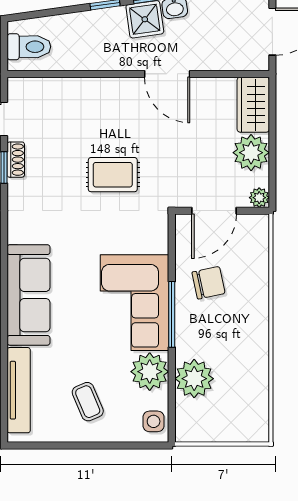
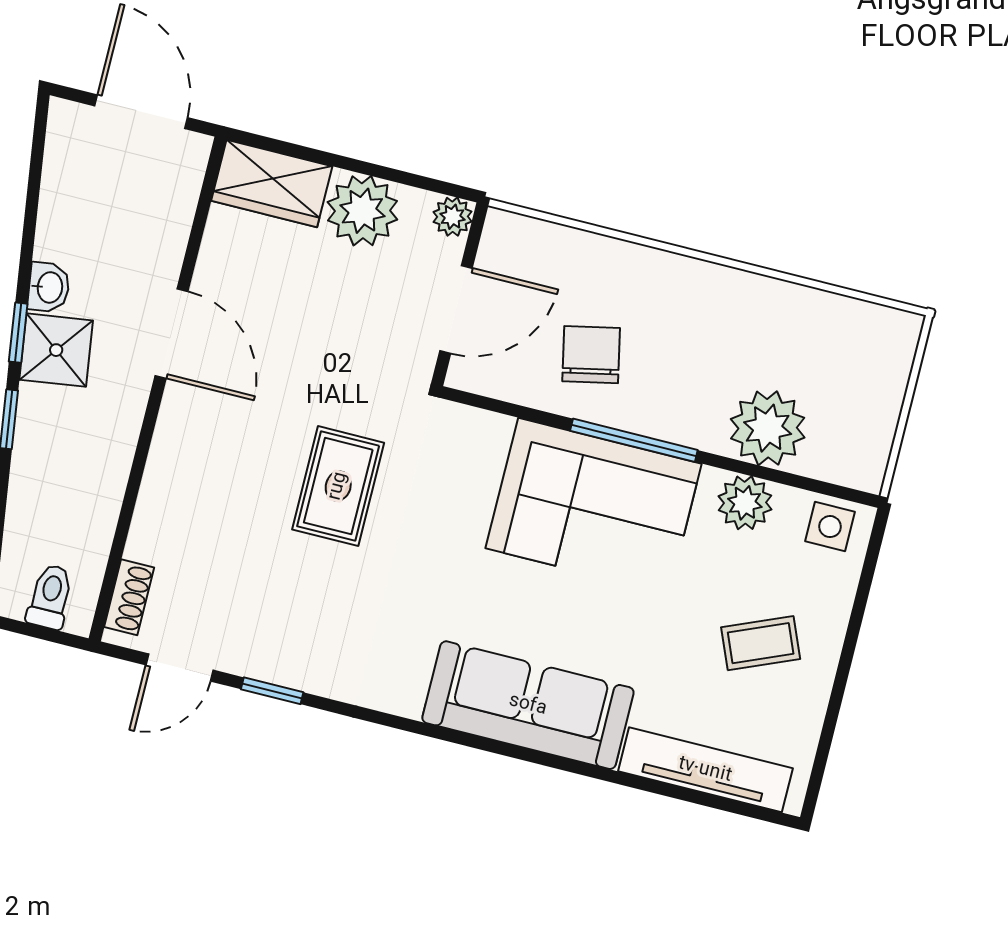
toilet: (29, 47) -> (50, 597), width x0.73, depth x0.72
door: (167, 74) -> (172, 334), hinge flipped
shoe rack: (16, 160) -> (129, 597), moved, turned 90
door: (214, 211) -> (456, 309), hinge flipped
plant: (150, 372) -> (745, 503), width x0.73, depth x0.73

